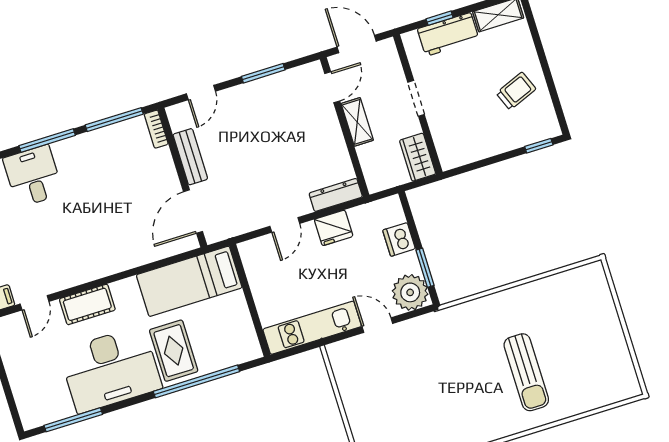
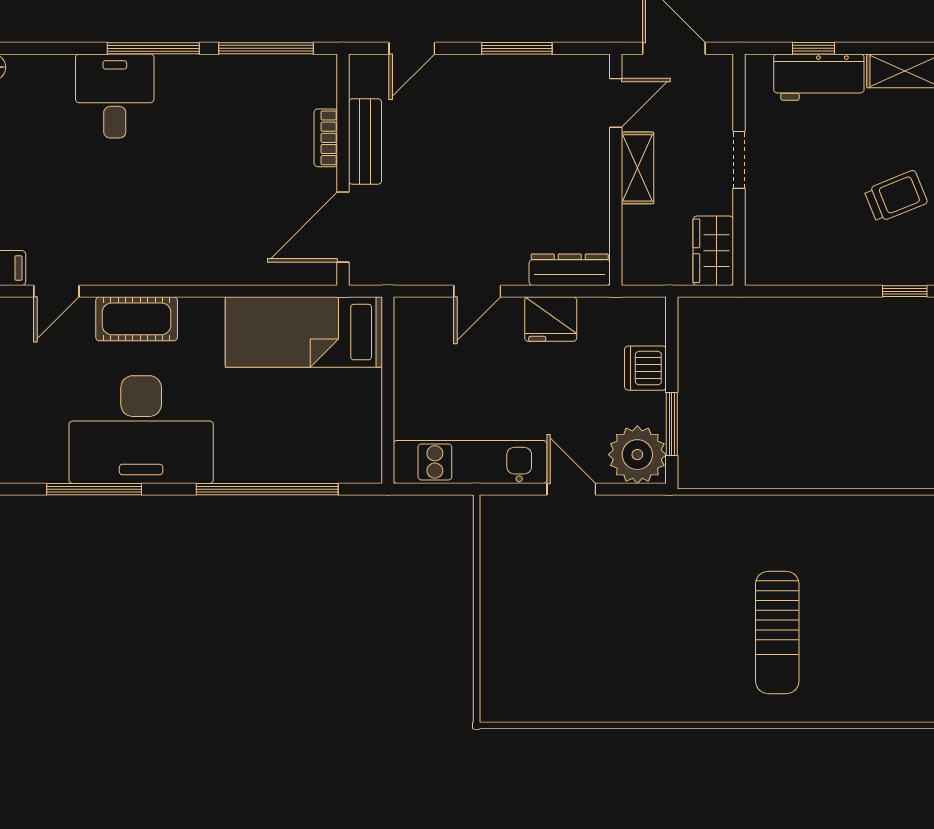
bookcase: (156, 129) -> (326, 138), moved
rug: (174, 351) -> (247, 431), removed
window: (73, 420) -> (94, 489), moved

